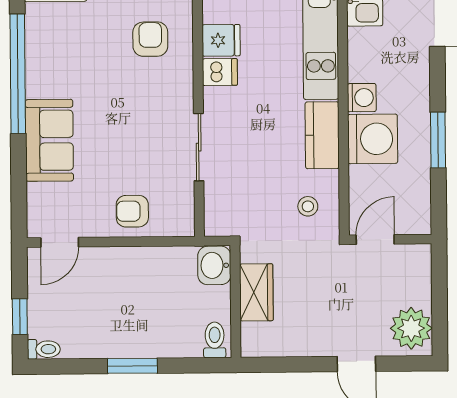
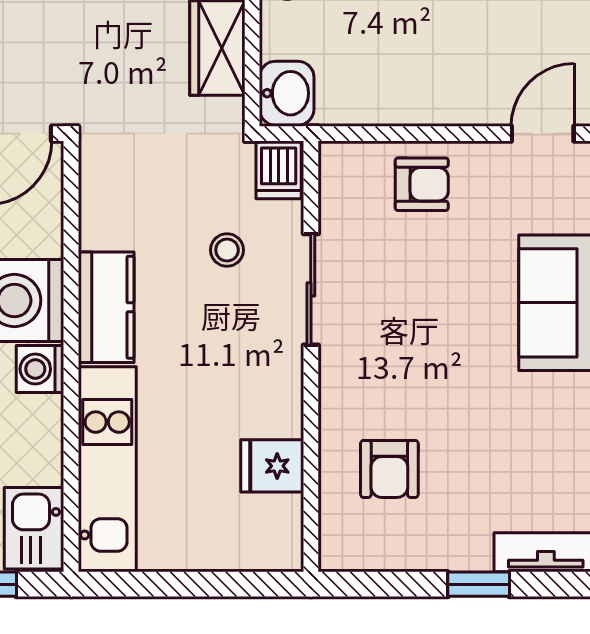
dishwasher: (220, 72) -> (279, 170), moved, turned -90
stool: (308, 206) -> (227, 250), moved

